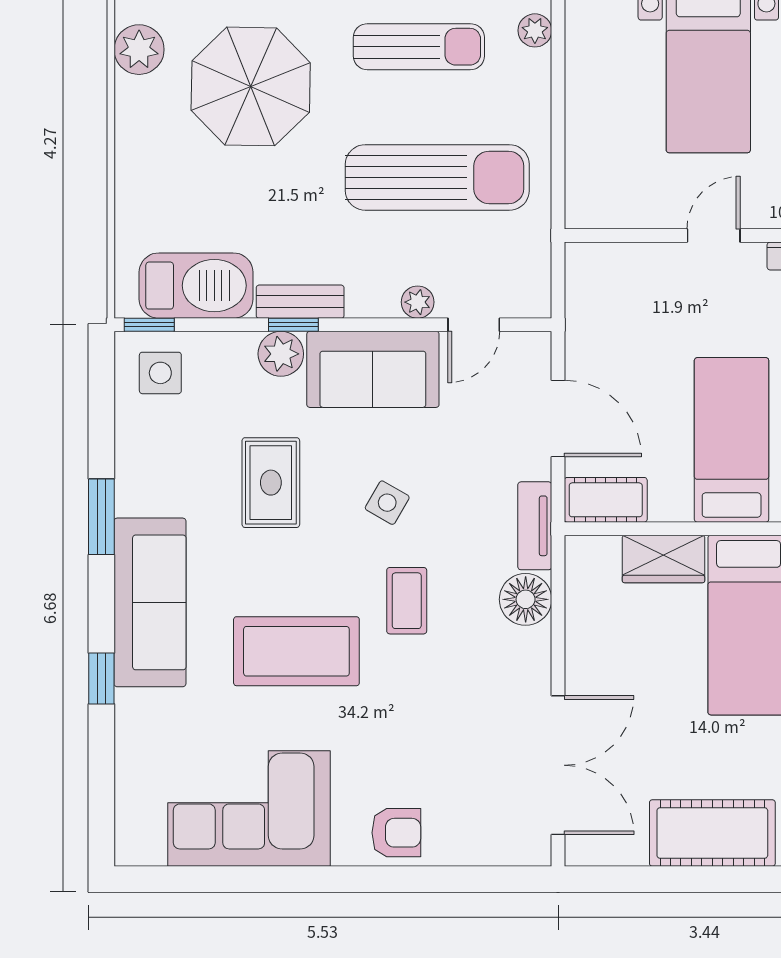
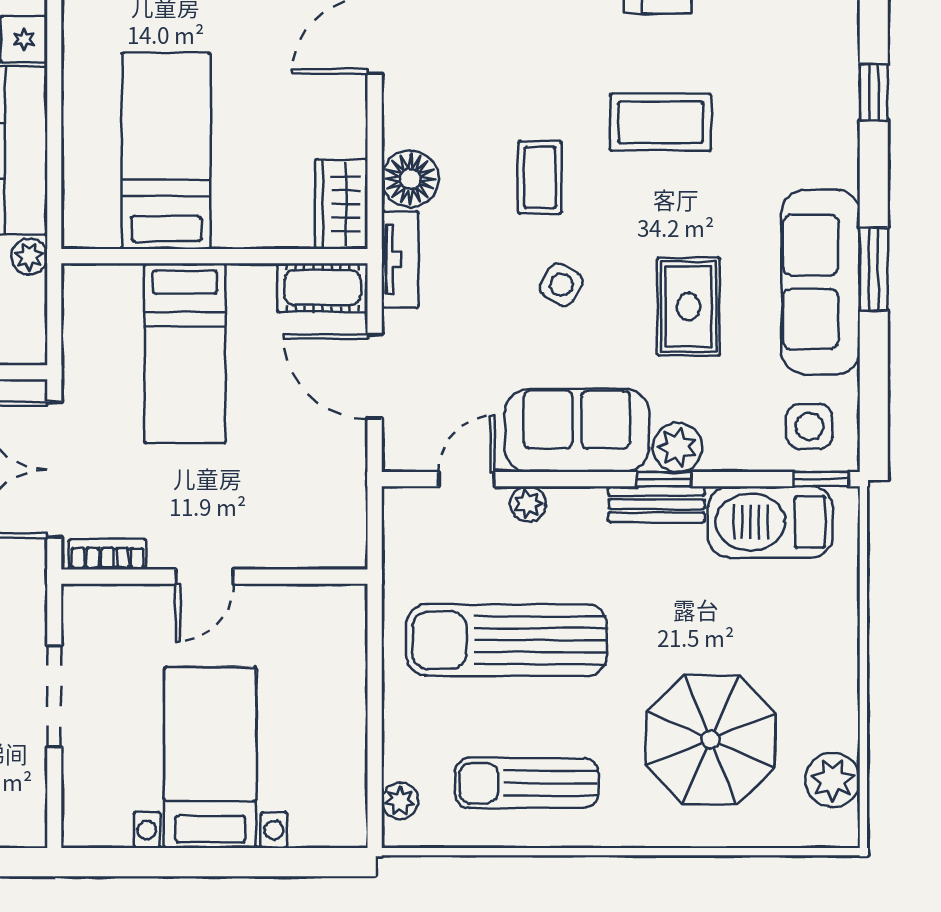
wardrobe: (663, 559) -> (342, 204), moved, turned -90
sofa: (150, 602) -> (821, 282), moved
coffee table: (296, 651) -> (661, 122), width x0.73, depth x0.76

